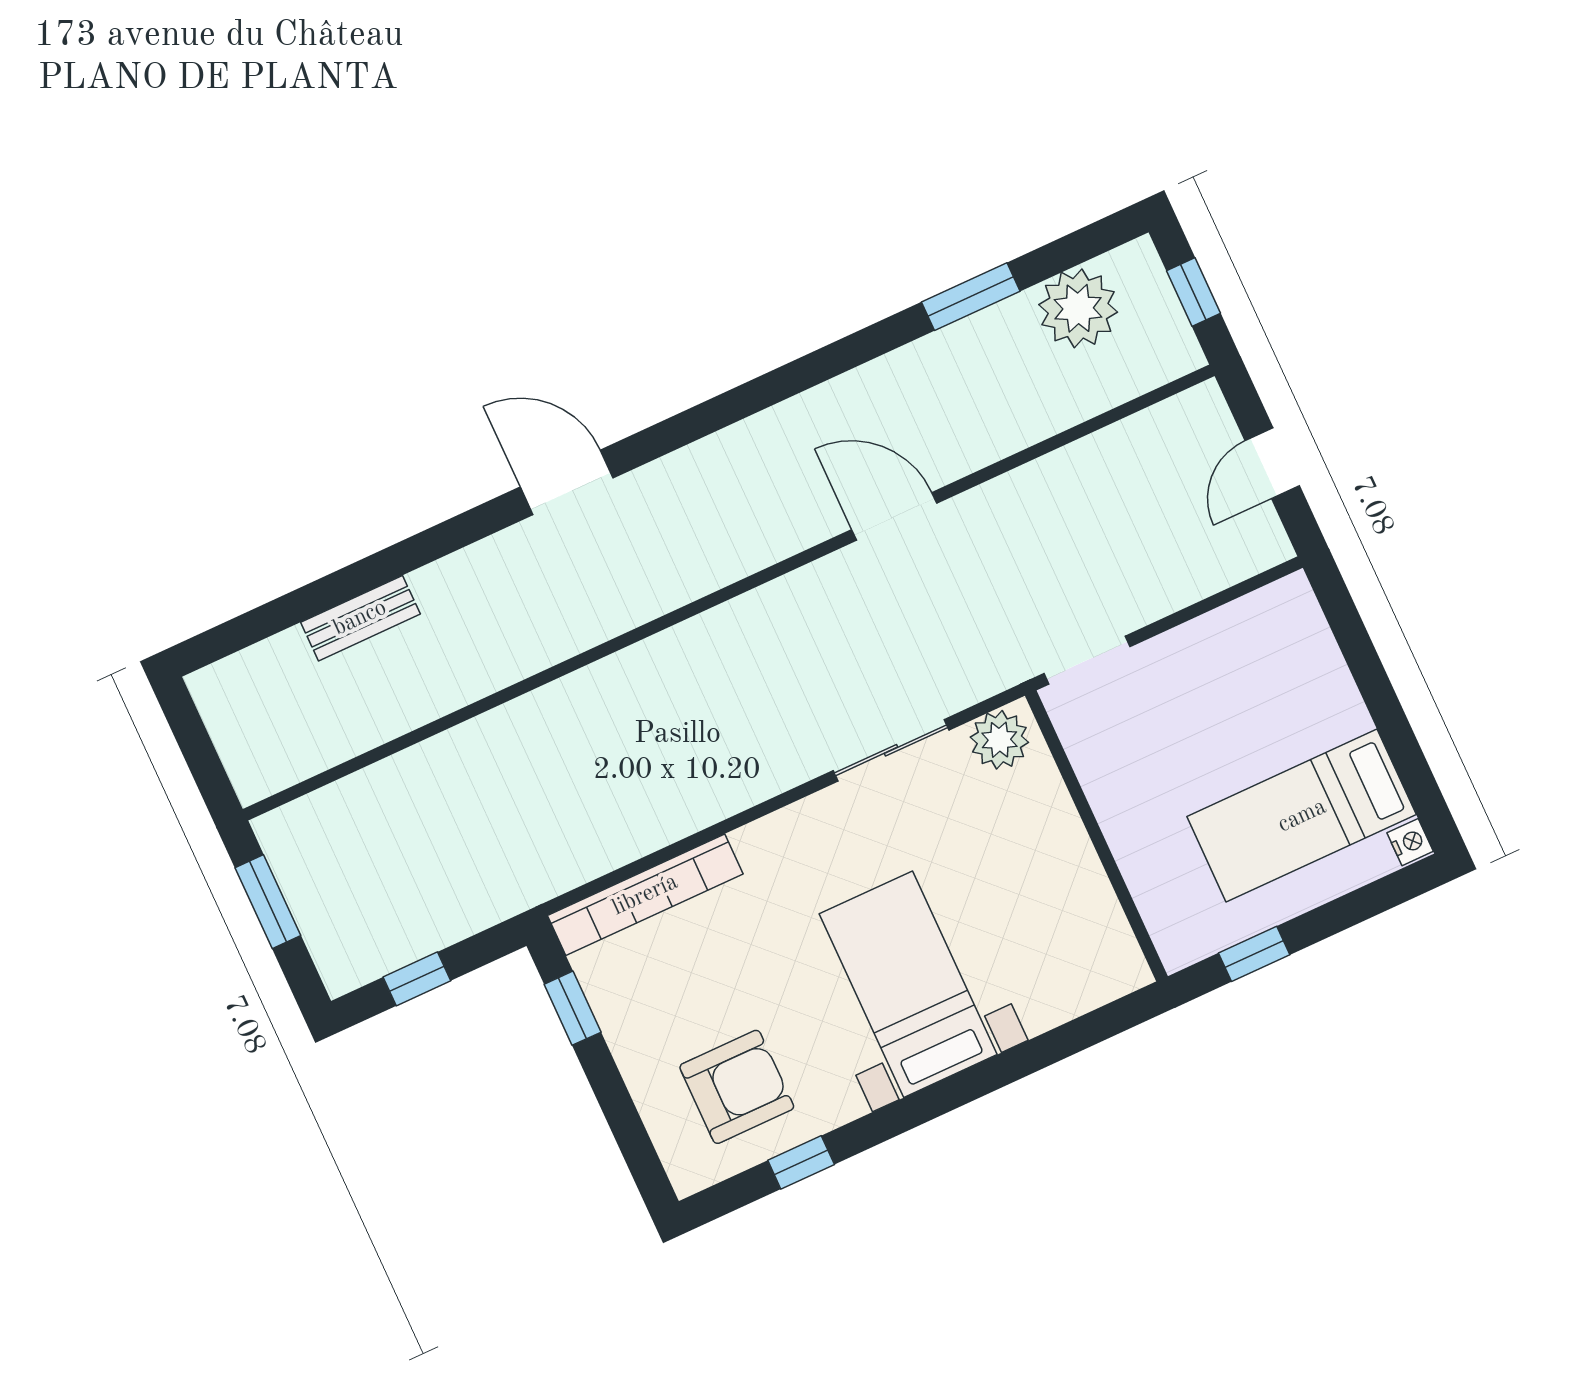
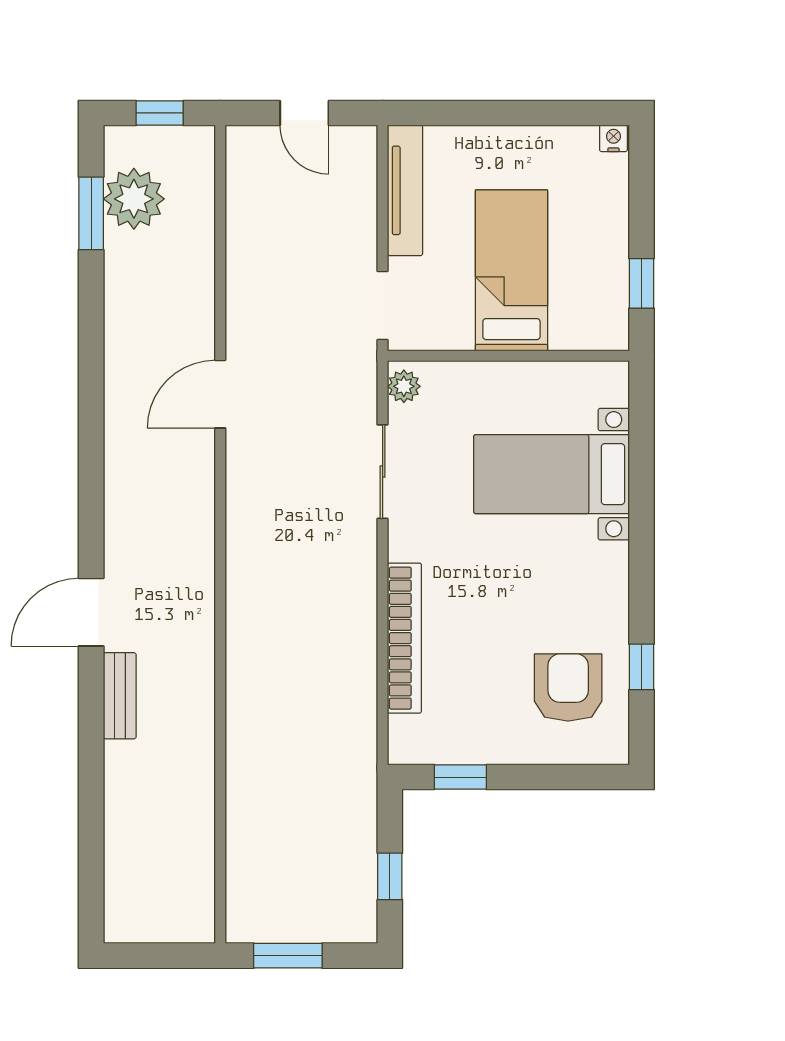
window: (971, 297) -> (91, 213), moved
bench: (360, 618) -> (120, 696), moved
tv unit: (1235, 624) -> (405, 190), added
plant: (999, 740) -> (404, 386), width x0.73, depth x0.73
bed: (1302, 816) -> (511, 270), moved, turned 180
bookcase: (645, 895) -> (404, 638), moved
bed with nightstands: (908, 984) -> (551, 474), moved

